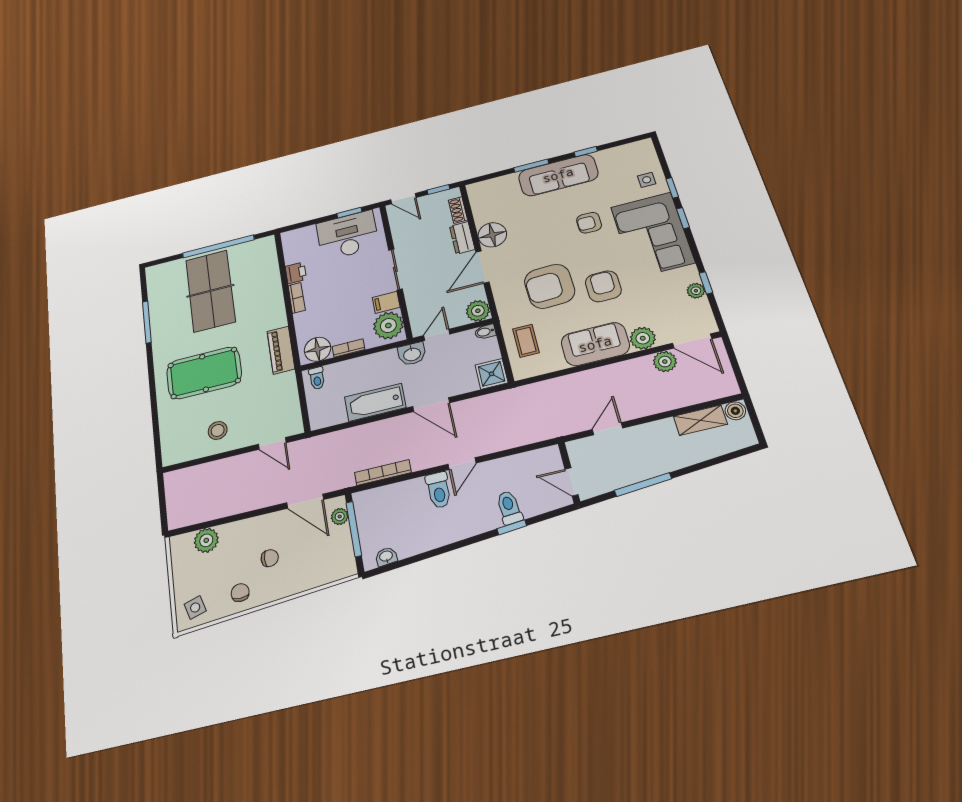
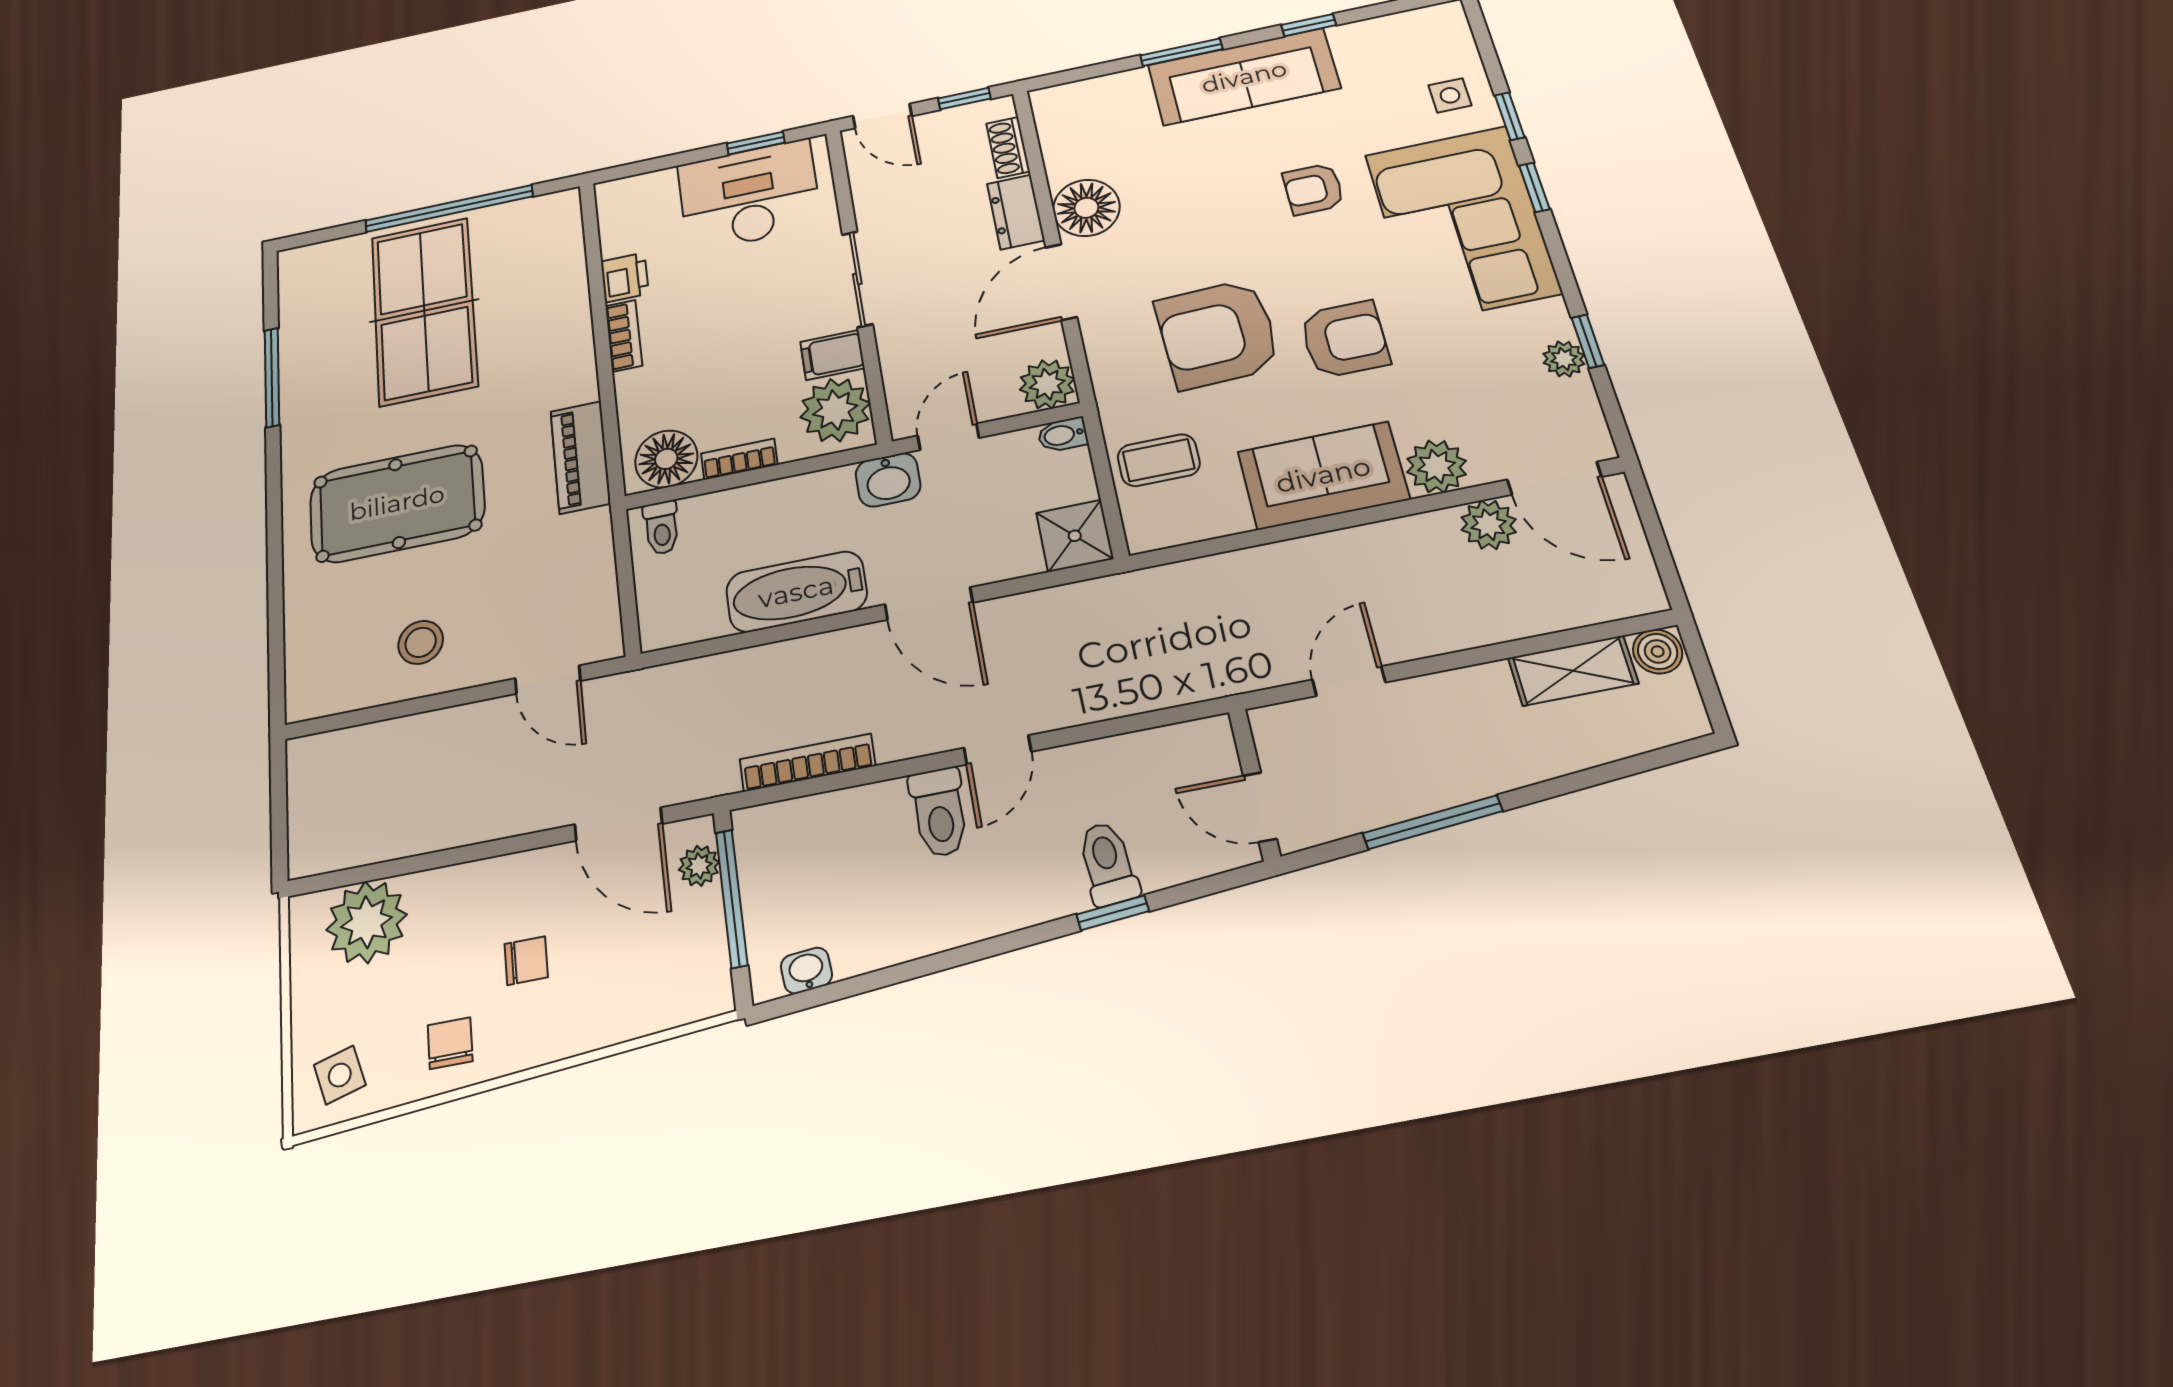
armchair: (603, 286) -> (1345, 339), turned 90
coffee table: (526, 341) -> (1159, 460), turned 90
plant: (206, 540) -> (367, 922), width x1.36, depth x1.36

